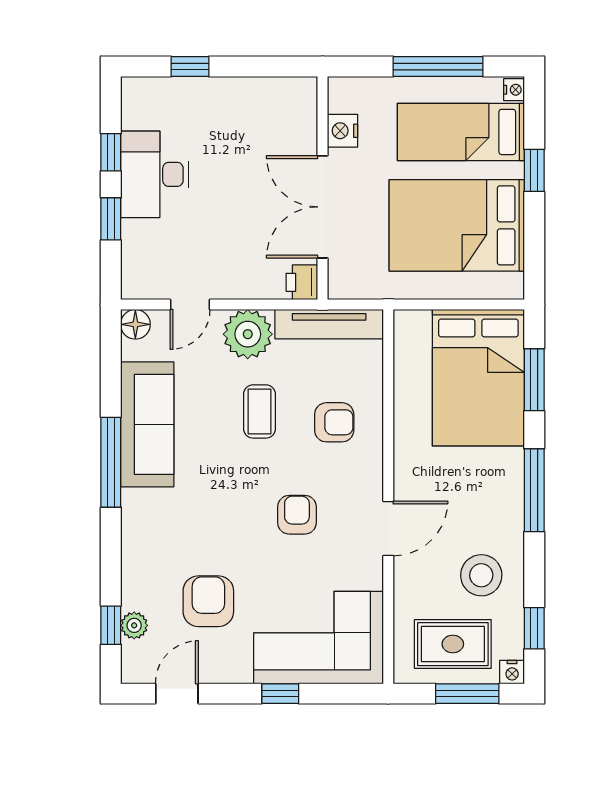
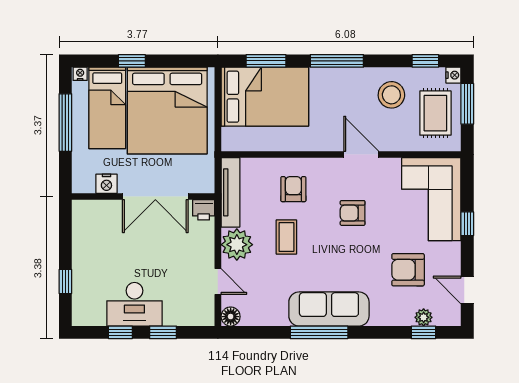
bed: (457, 225) -> (167, 111), width x1.36
coffee table: (260, 411) -> (286, 237), turned 90
sofa: (147, 424) -> (329, 309), moved

